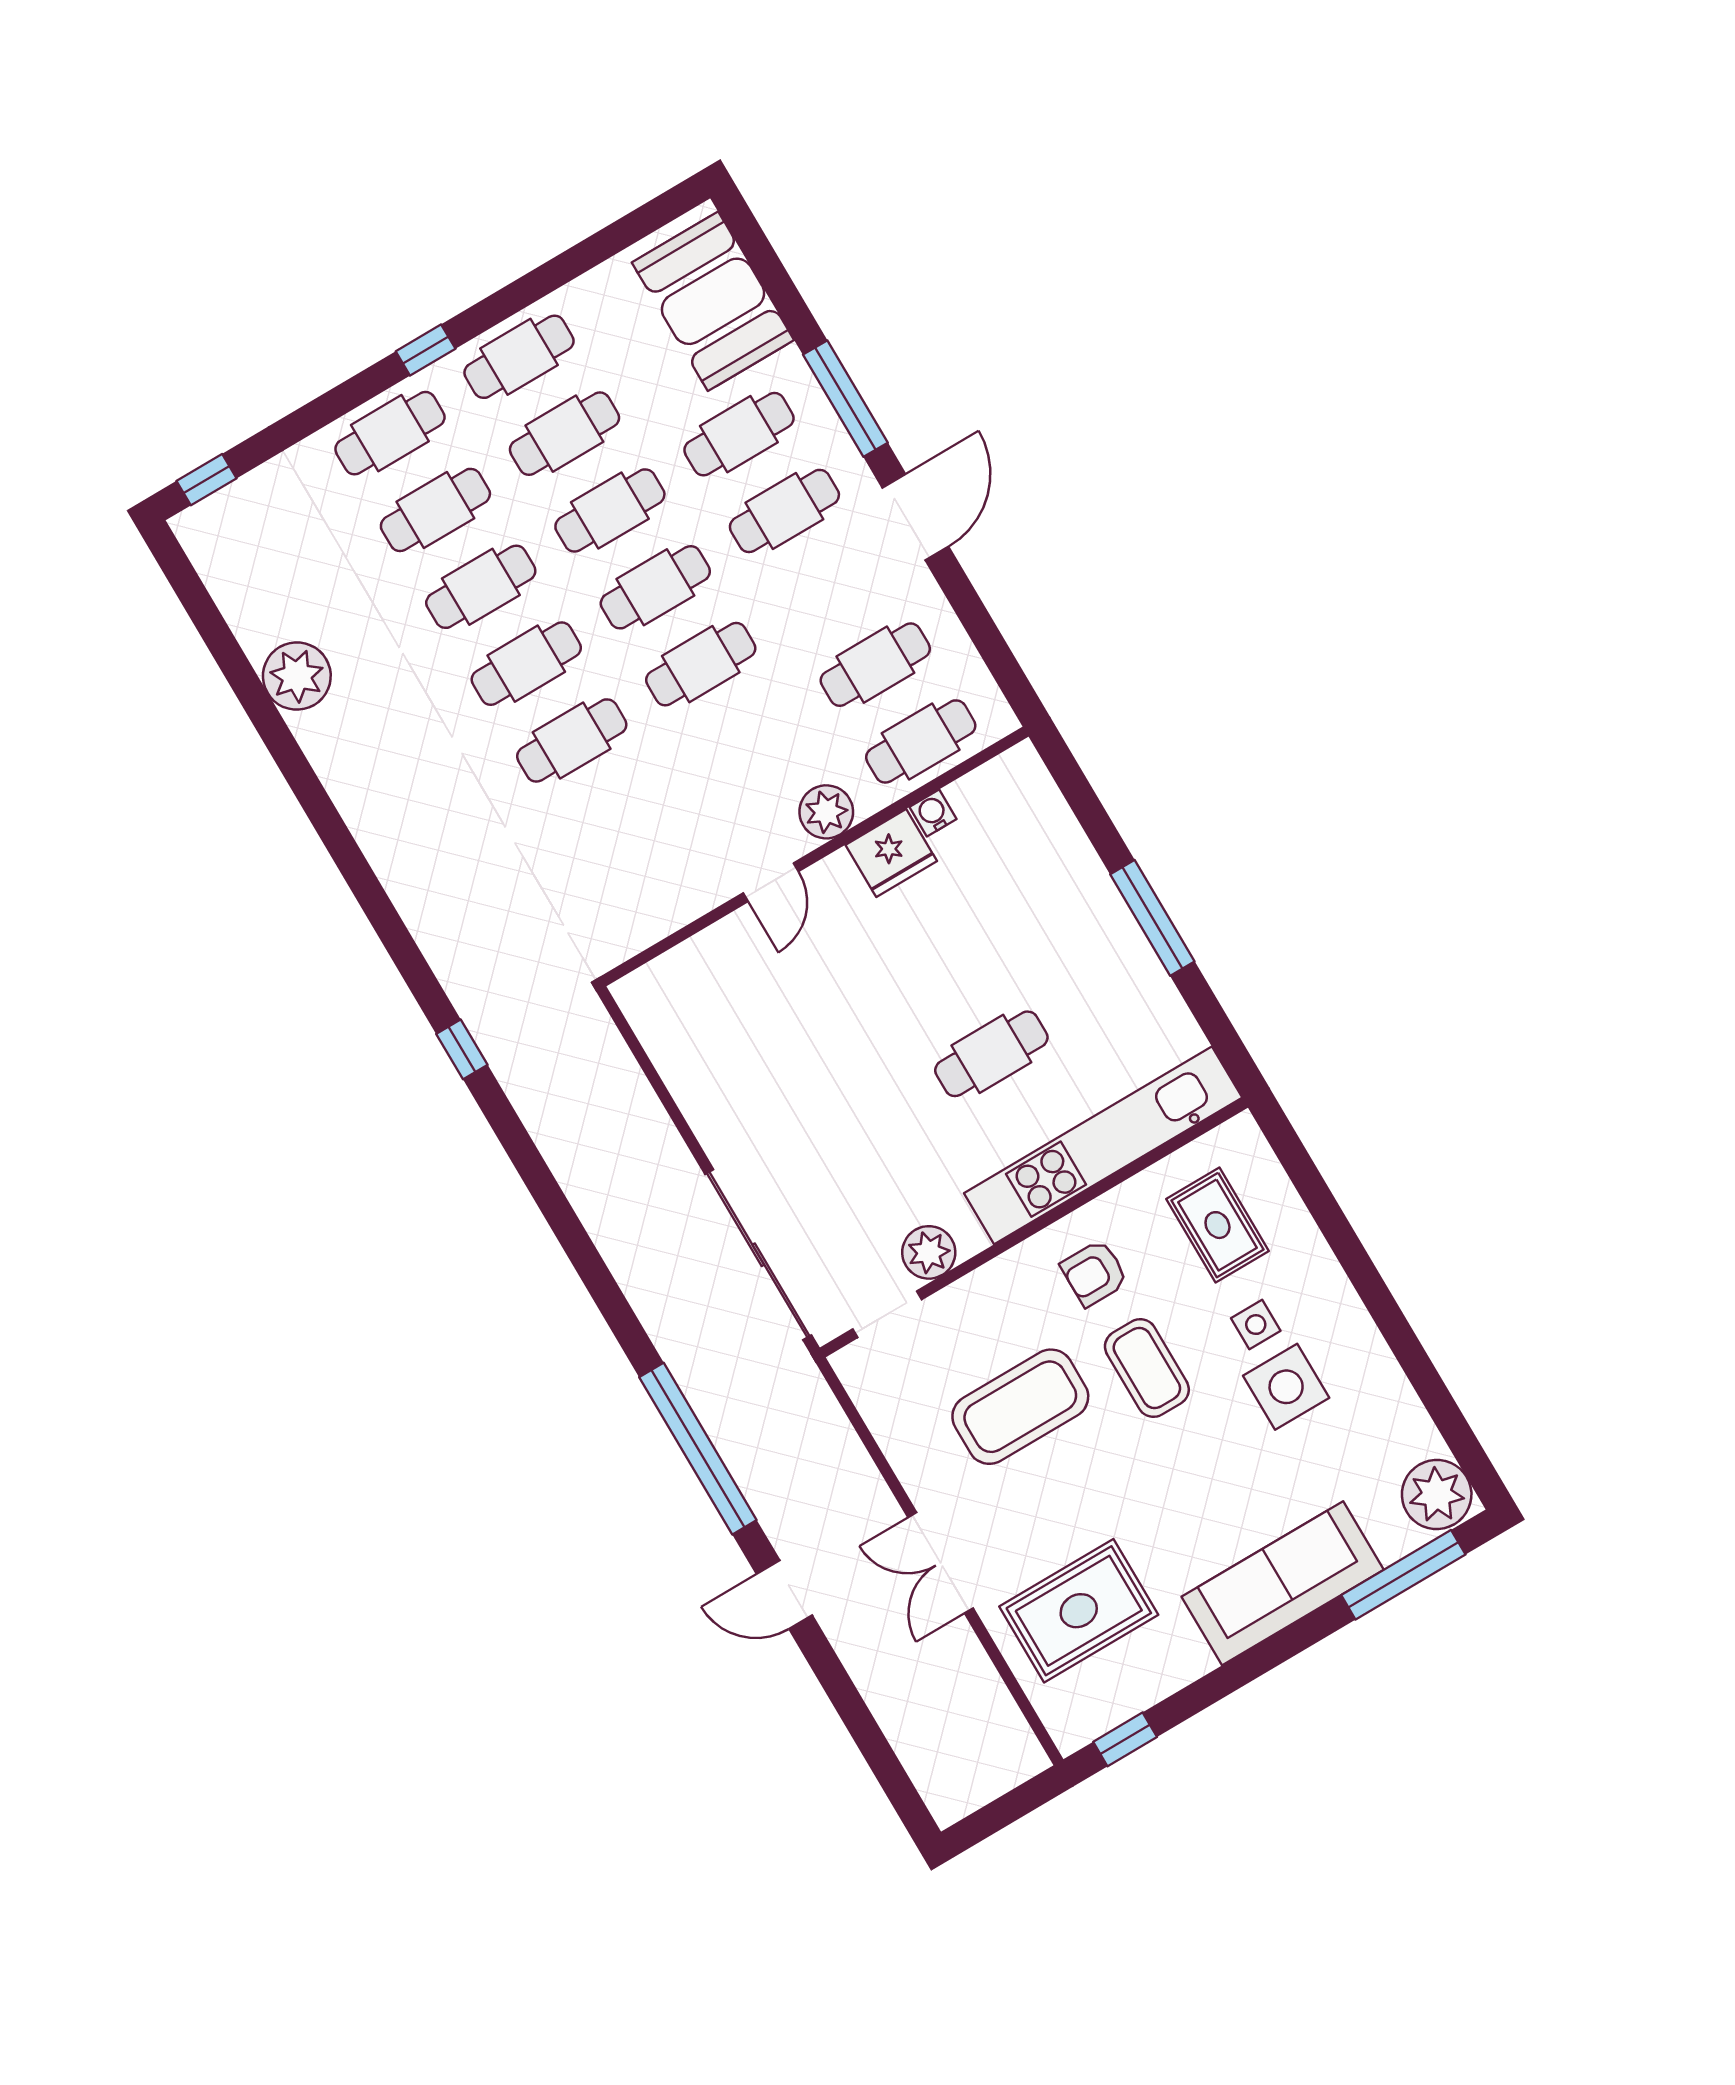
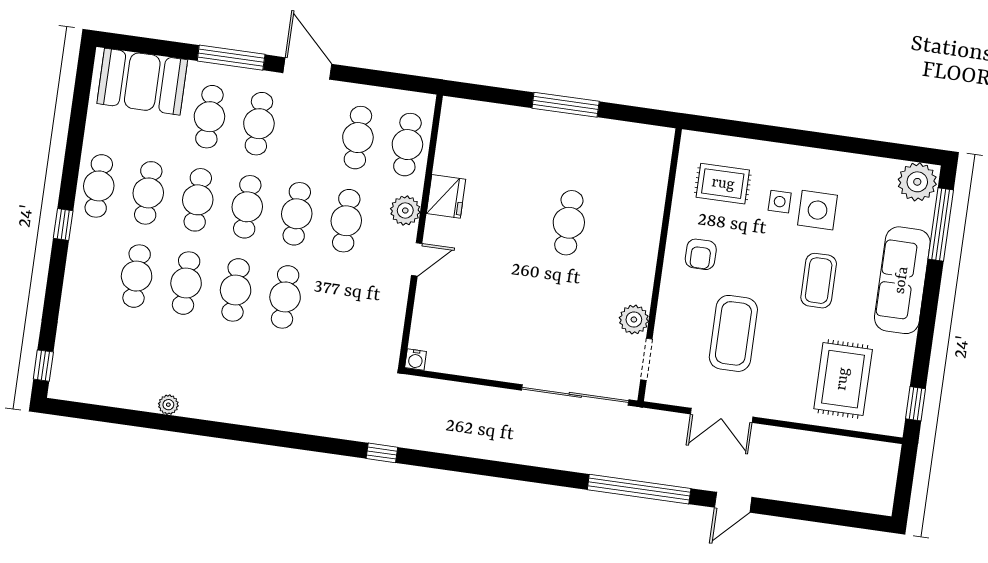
cafe table: (390, 433) -> (346, 221), moved
plant: (297, 676) -> (168, 405), width x0.53, depth x0.53
water cooler: (933, 813) -> (416, 360), moved, turned -90
door: (771, 882) -> (417, 259), hinge flipped
kitchen unit: (1103, 1145) -> (648, 206), removed
coffee table: (1147, 1368) -> (819, 281), moved, turned 90
double door: (941, 1563) -> (722, 415), moved

